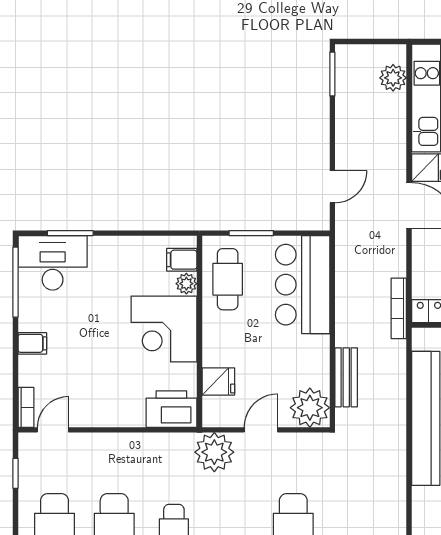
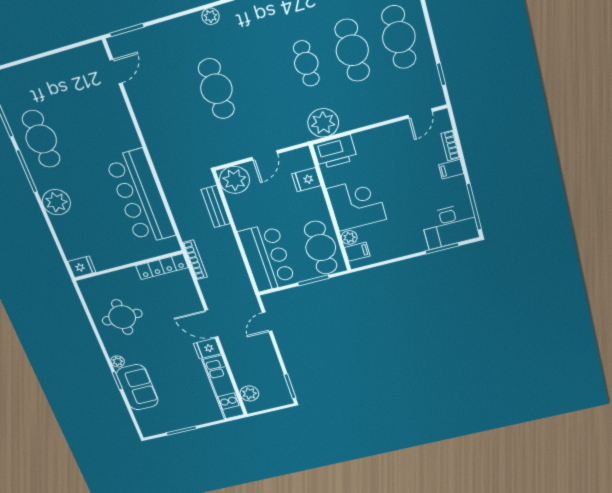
cafe table: (228, 279) -> (321, 248), width x1.37, depth x1.35
bookcase: (26, 407) -> (450, 146), moved
plant: (214, 452) -> (323, 123), moved

